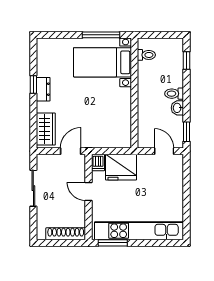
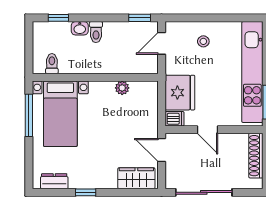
dresser: (43, 89) -> (54, 181), moved
washbasin: (177, 108) -> (80, 28), moved
plant: (125, 117) -> (122, 88), added
sliding door: (33, 188) -> (204, 192), width x1.37
stool: (166, 188) -> (203, 41), added
door: (89, 191) -> (207, 130), hinge flipped

